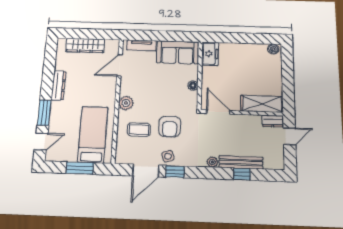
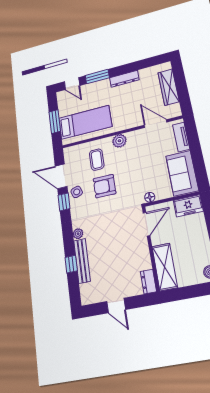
shelving: (262, 104) -> (165, 267), moved
door: (218, 112) -> (147, 224), moved
wall: (242, 113) -> (151, 248), moved
dresser: (273, 121) -> (148, 282), moved

